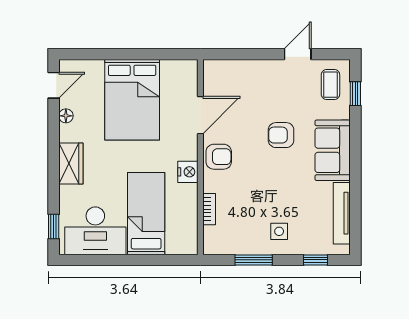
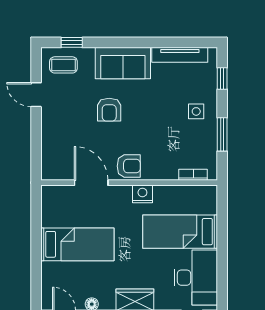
bed: (132, 100) -> (77, 244), width x0.67
armchair: (219, 157) -> (129, 166), turned 90
bookcase: (209, 209) -> (193, 175), moved

